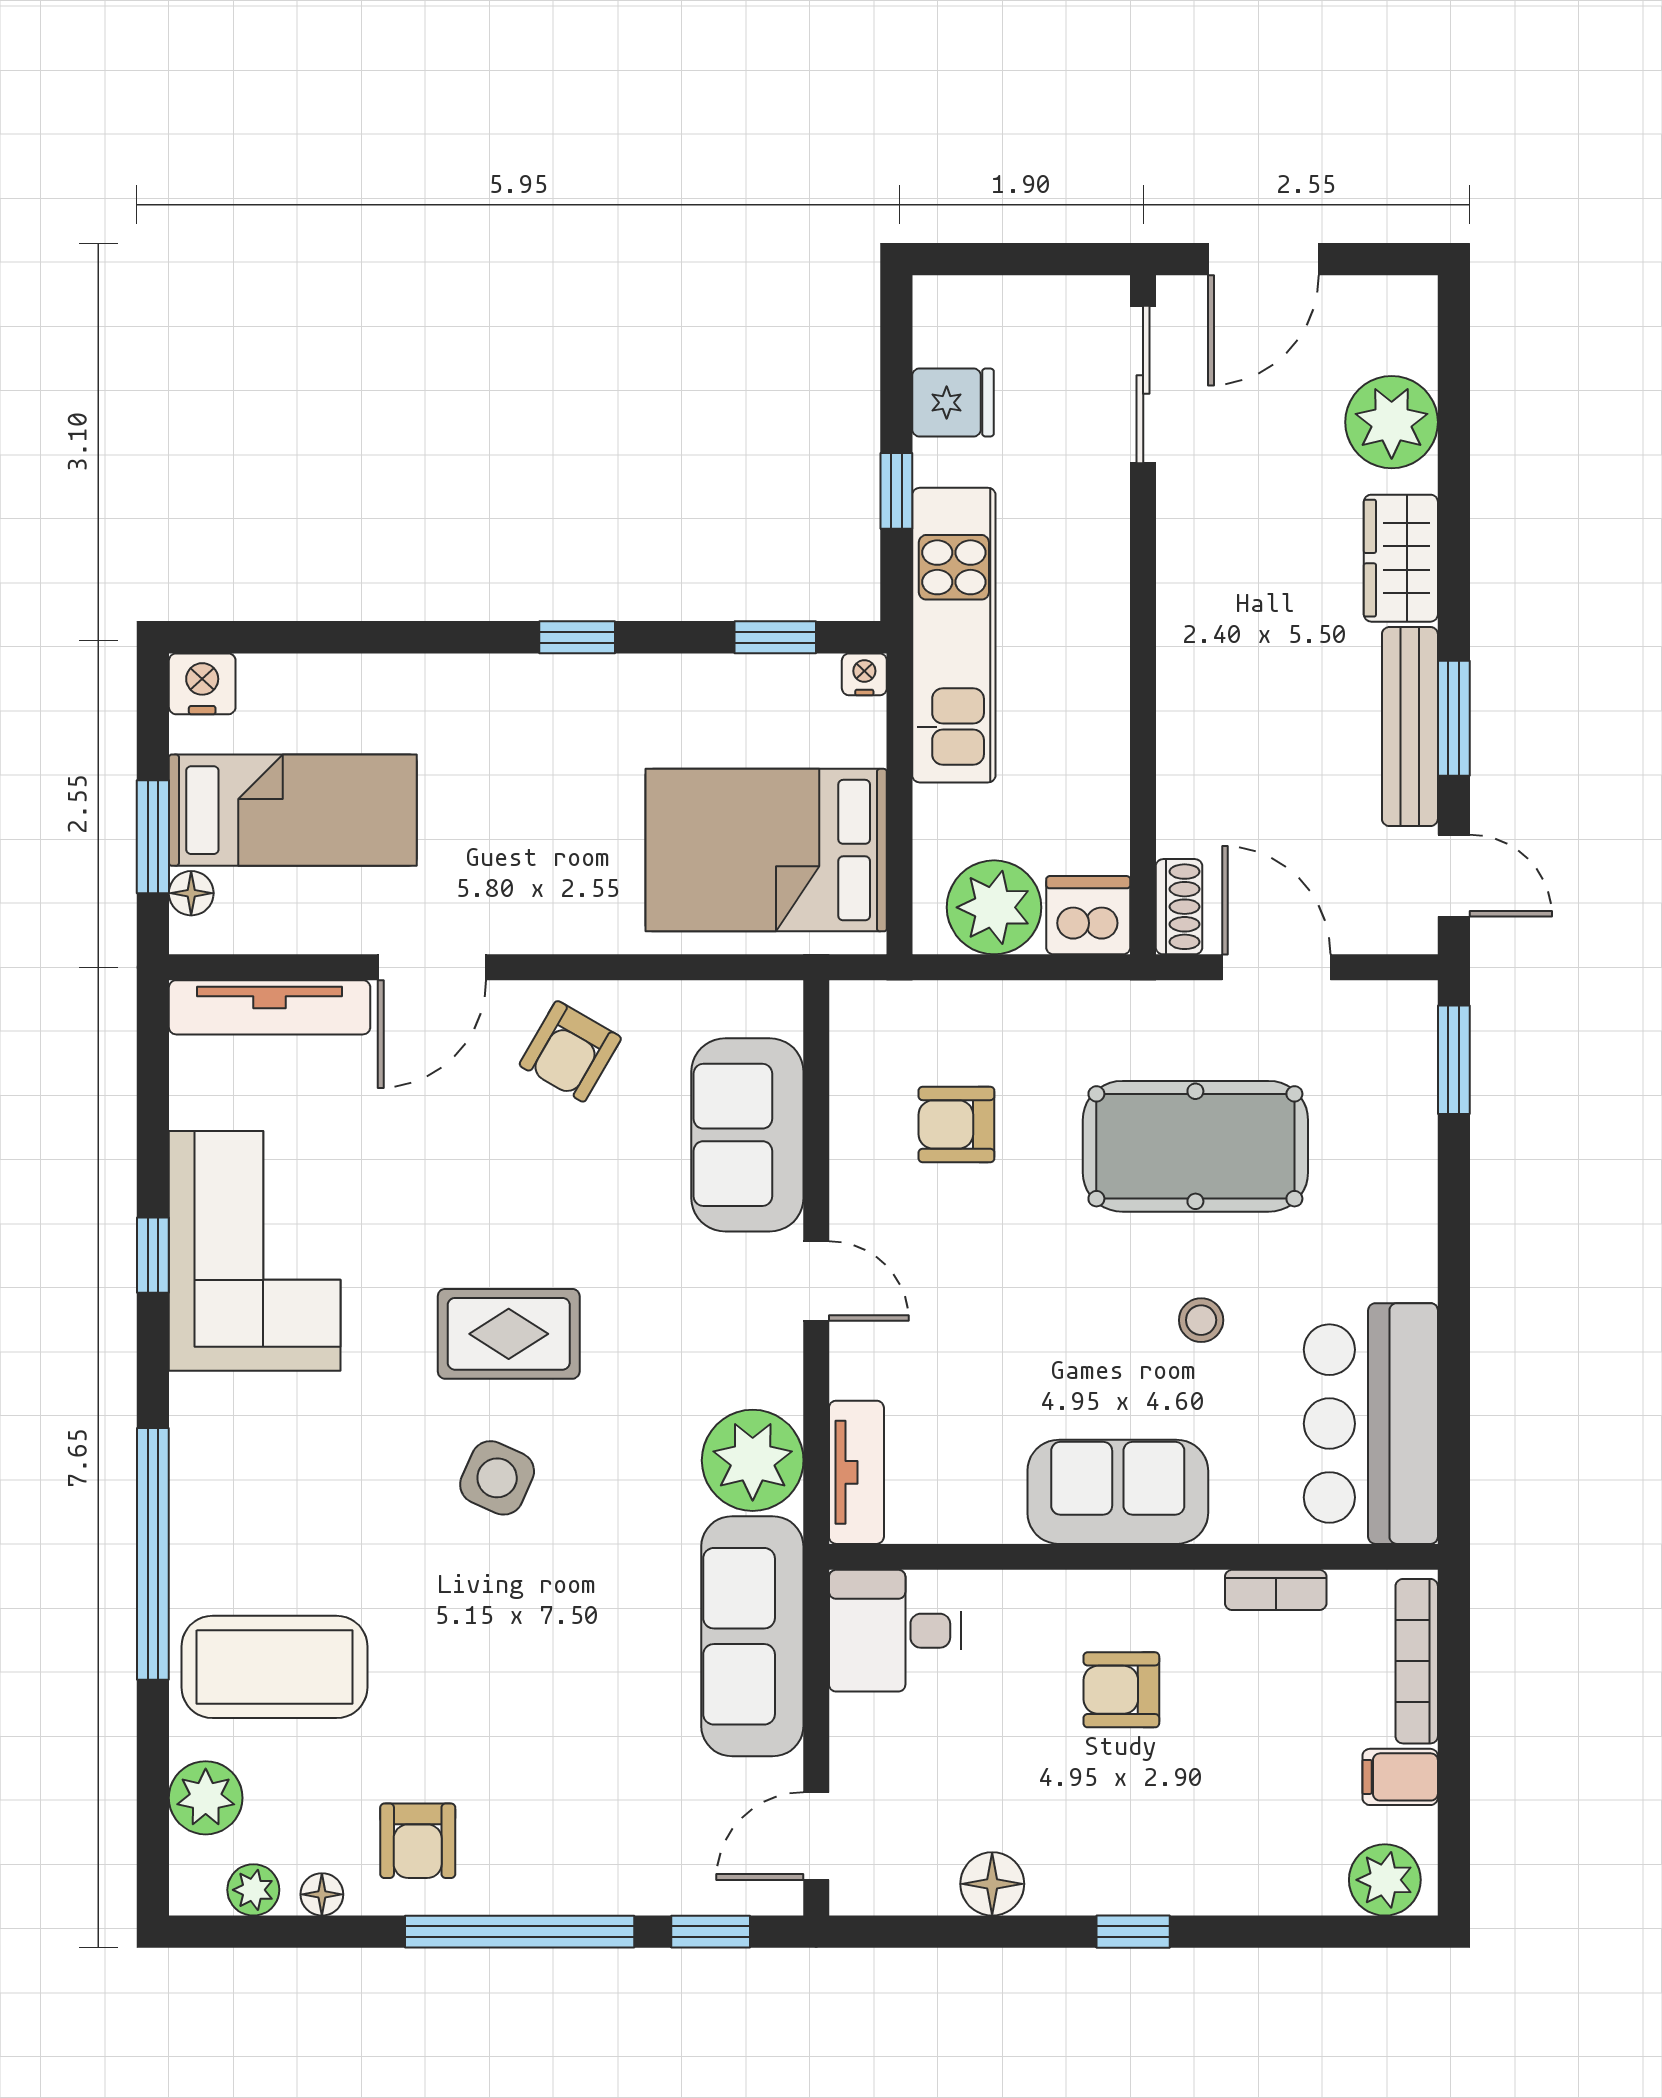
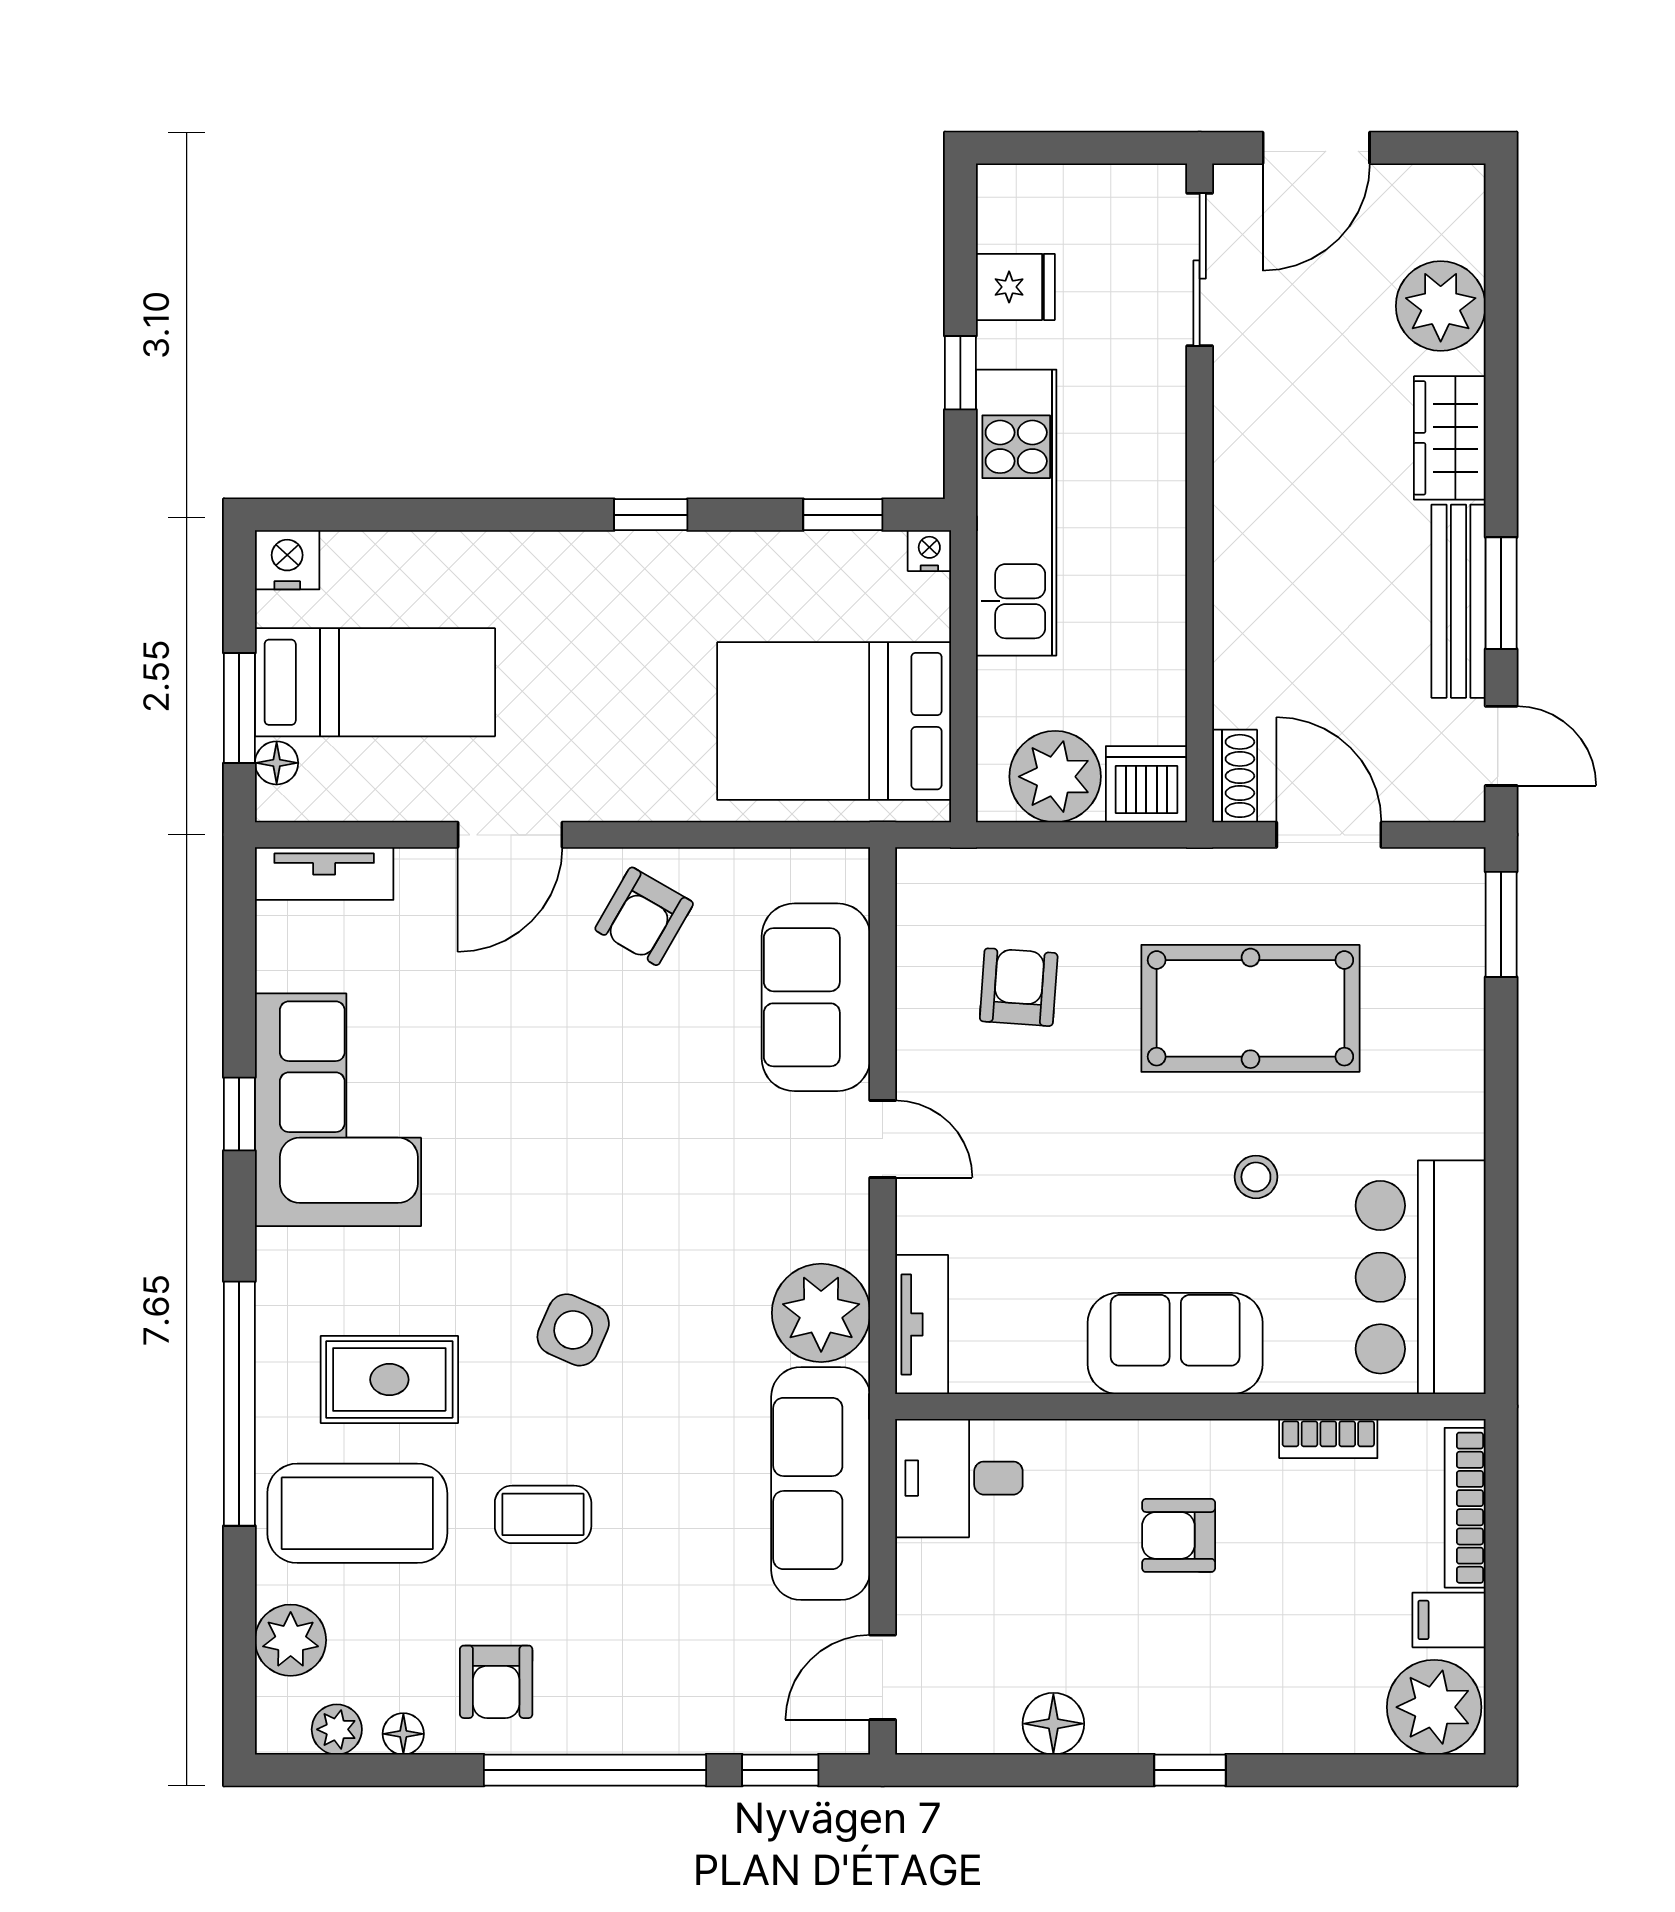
tv unit: (270, 1007) -> (324, 874), width x0.71
armchair: (956, 1124) -> (1019, 987), turned 94
rug: (509, 1334) -> (389, 1380), moved
coffee table: (466, 1668) -> (543, 1514), added
plant: (1385, 1880) -> (1434, 1707), width x1.36, depth x1.36

